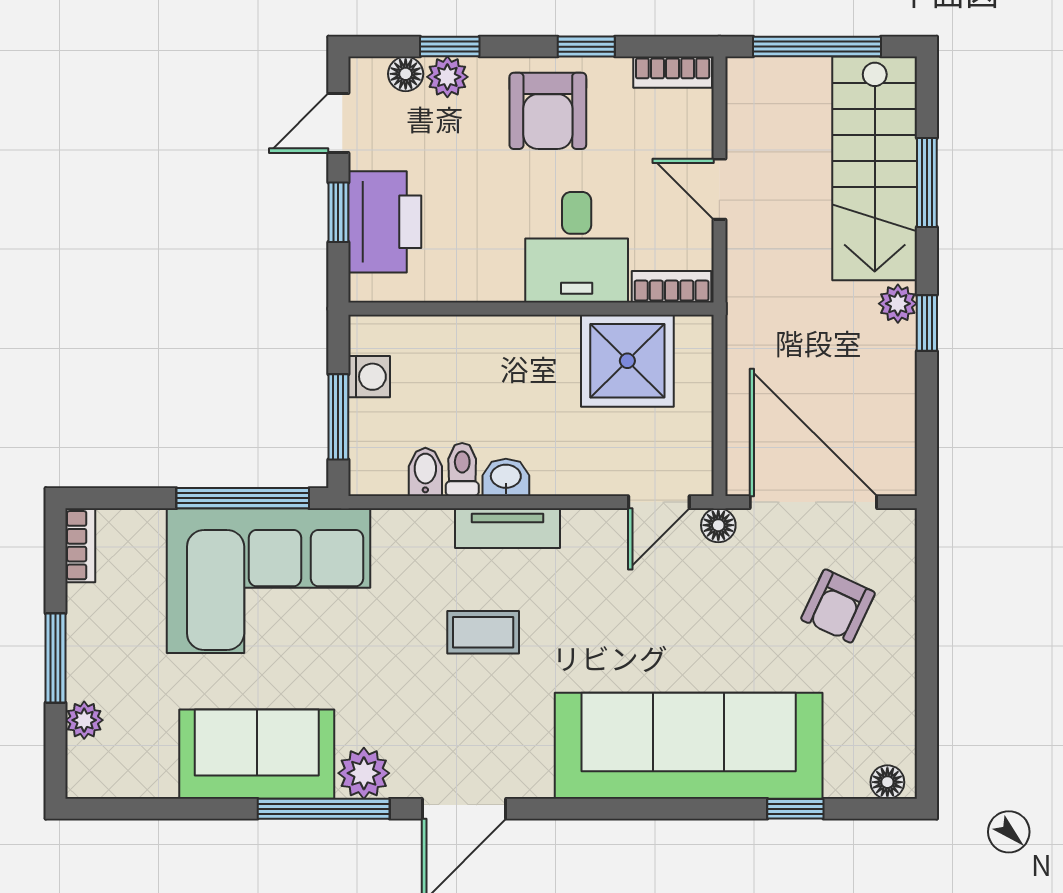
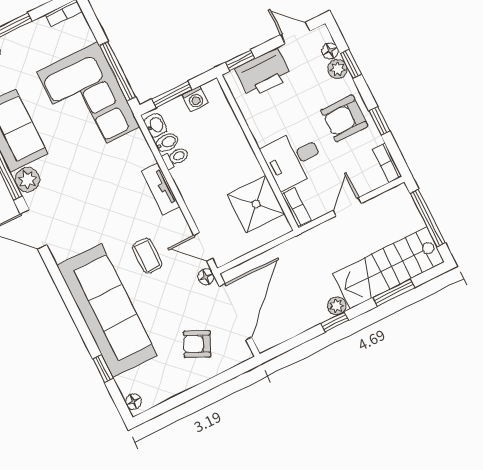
window: (338, 212) -> (240, 60), moved
washbasin: (506, 477) -> (155, 125), moved
coffee table: (483, 632) -> (147, 256), moved

